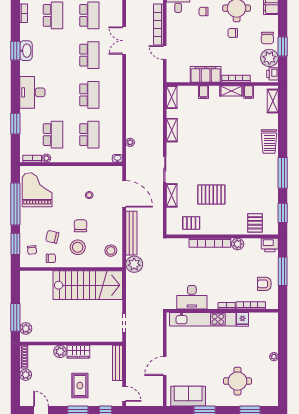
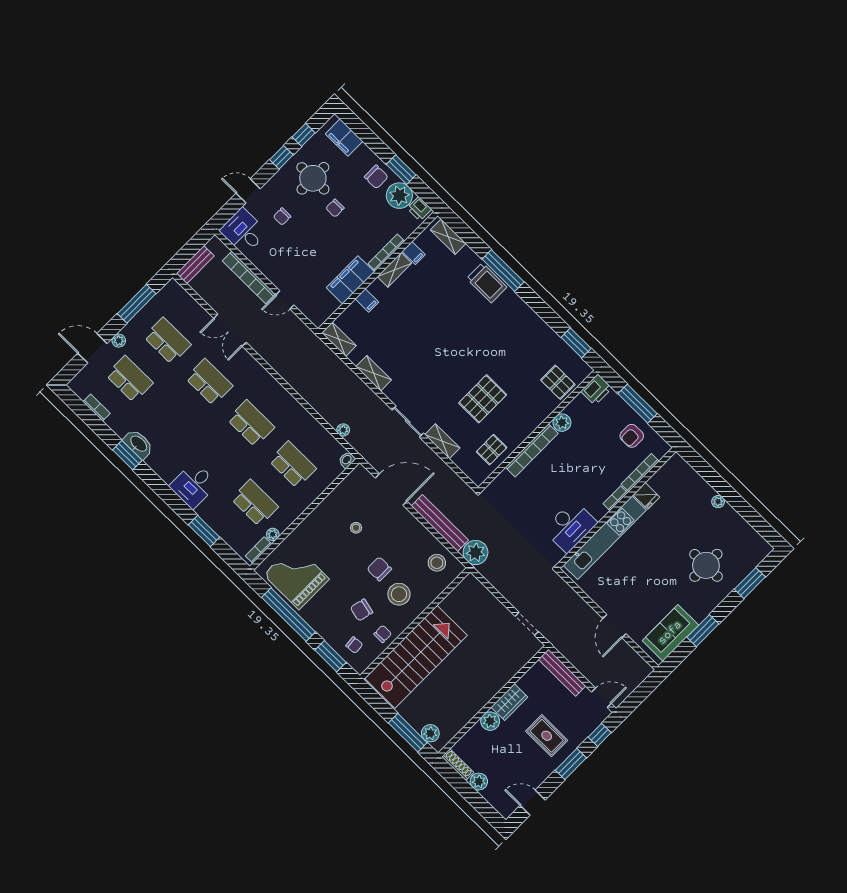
desk: (32, 92) -> (193, 485), width x0.73
window: (283, 173) -> (503, 271), moved
stairs: (88, 285) -> (416, 657), moved

